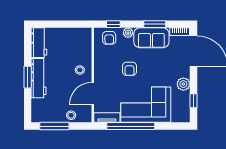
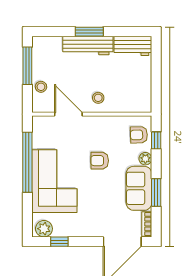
plant: (183, 84) -> (44, 229), moved
tv unit: (107, 118) -> (38, 132), removed

